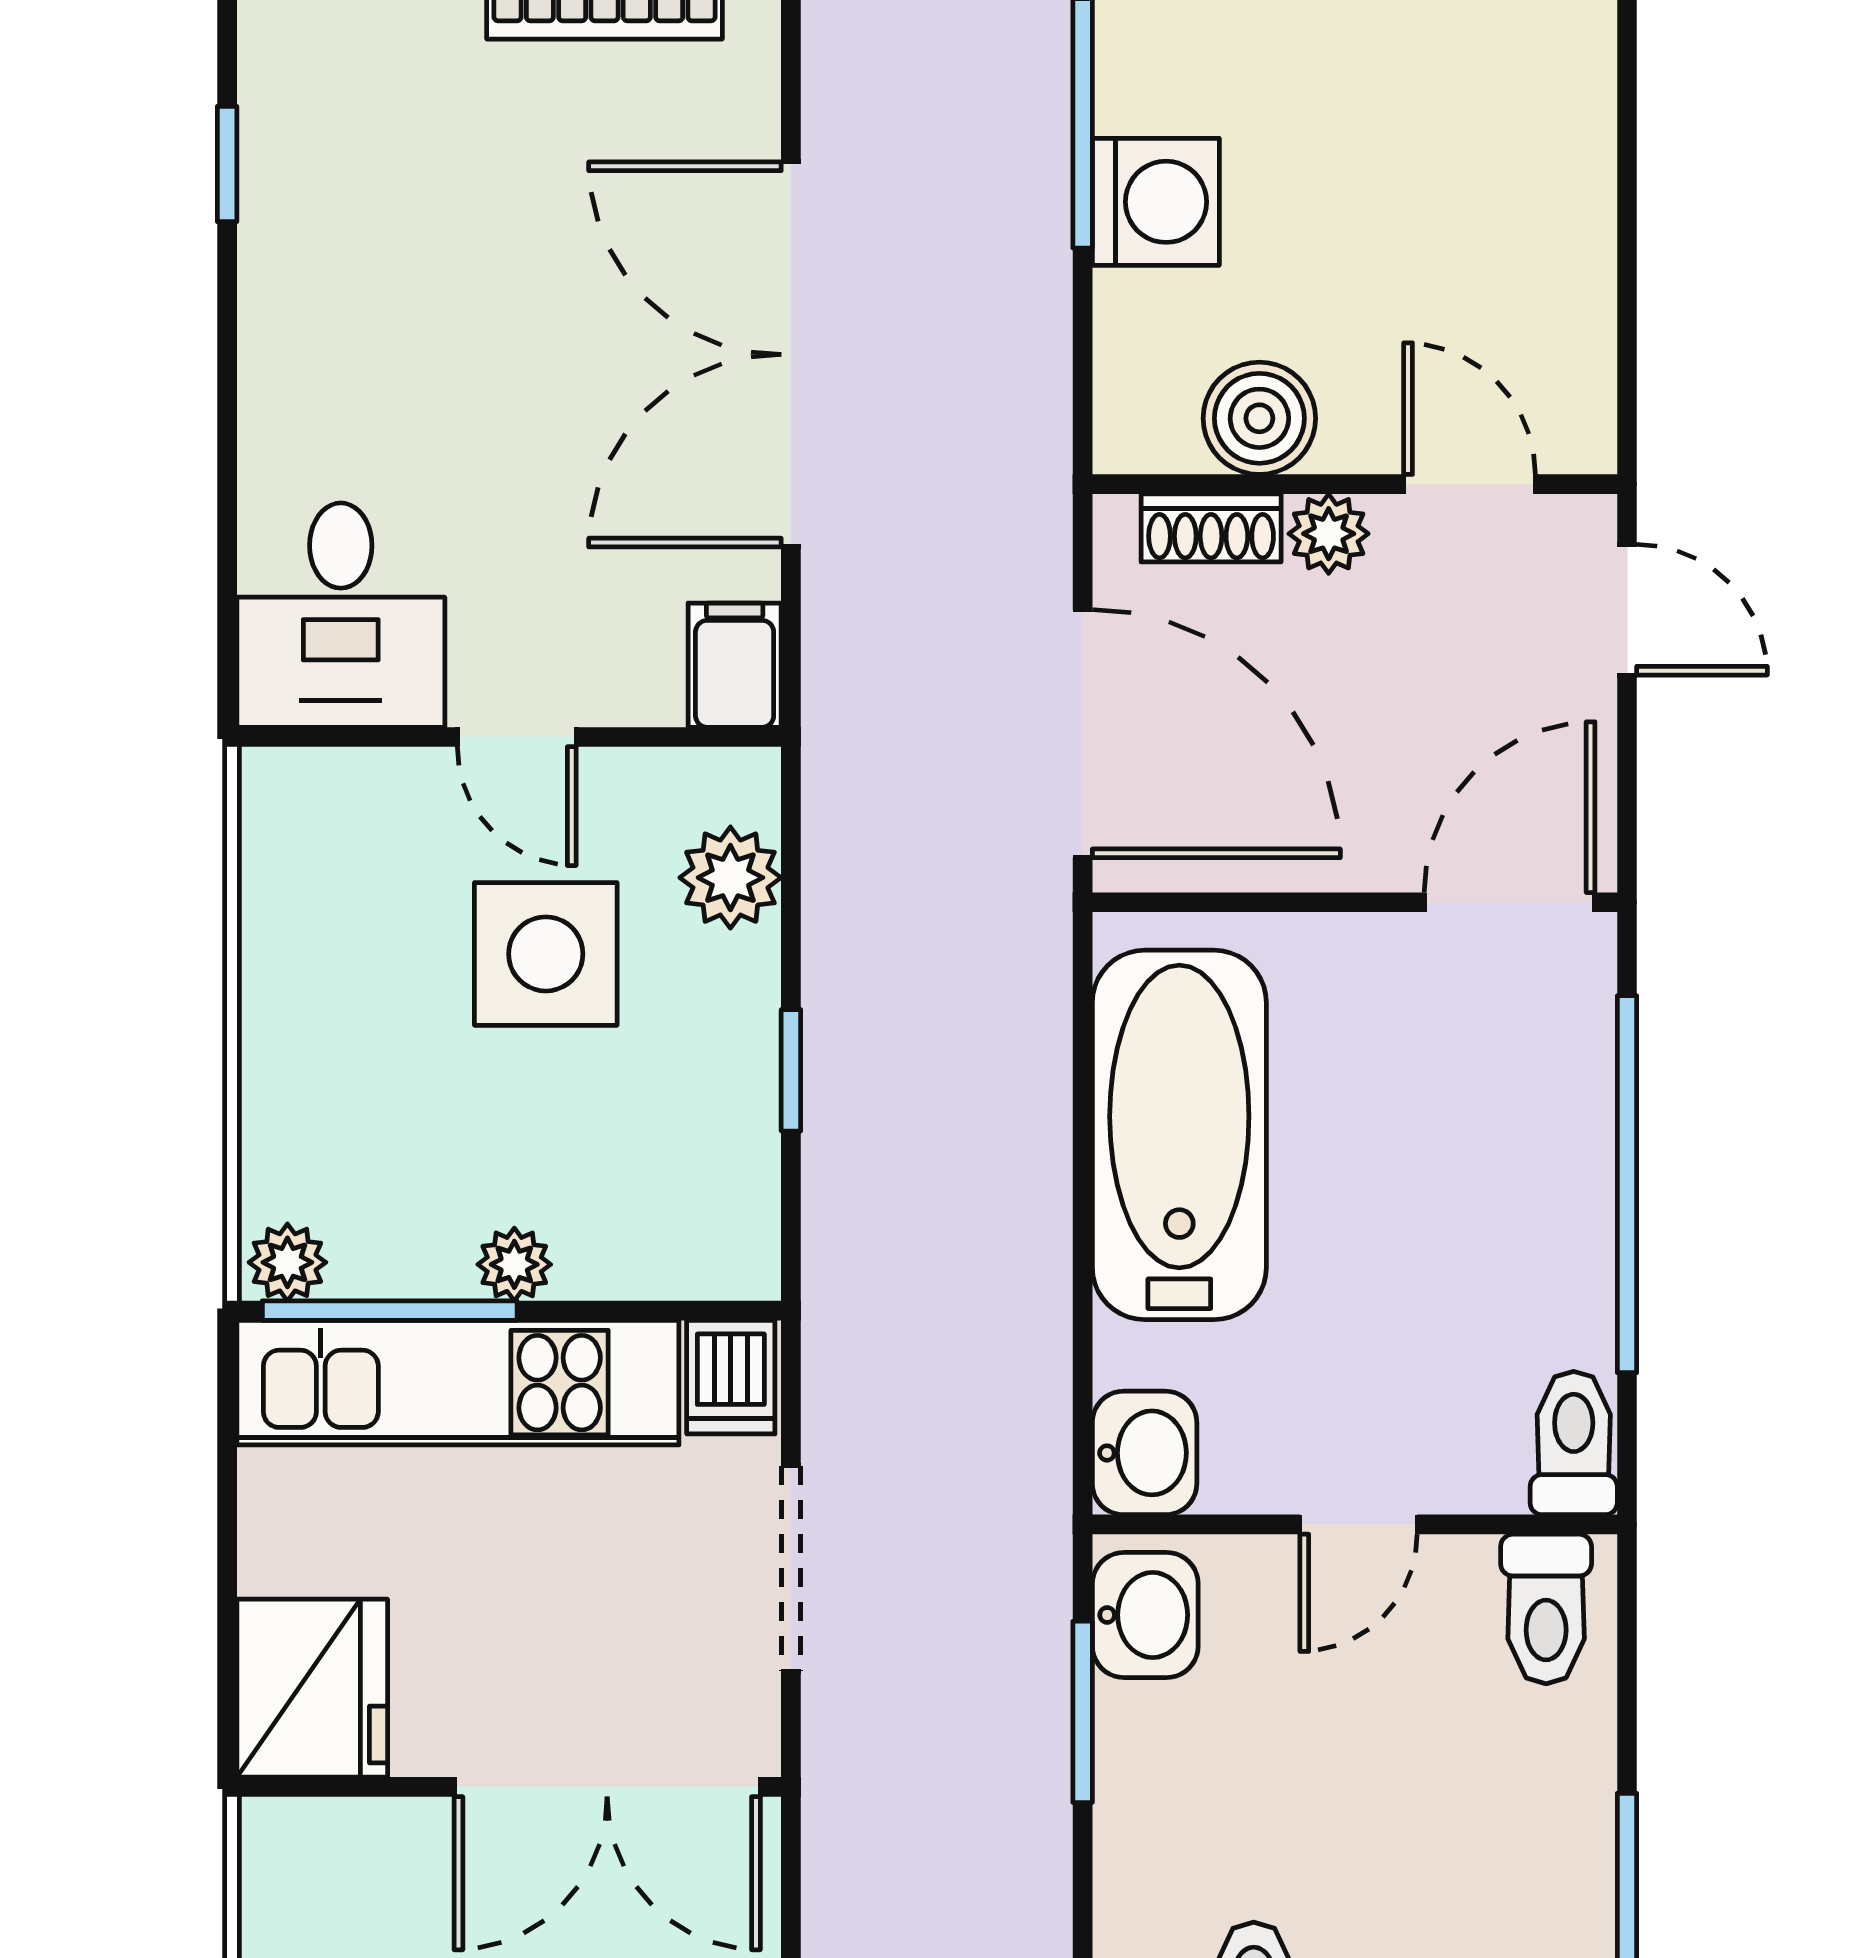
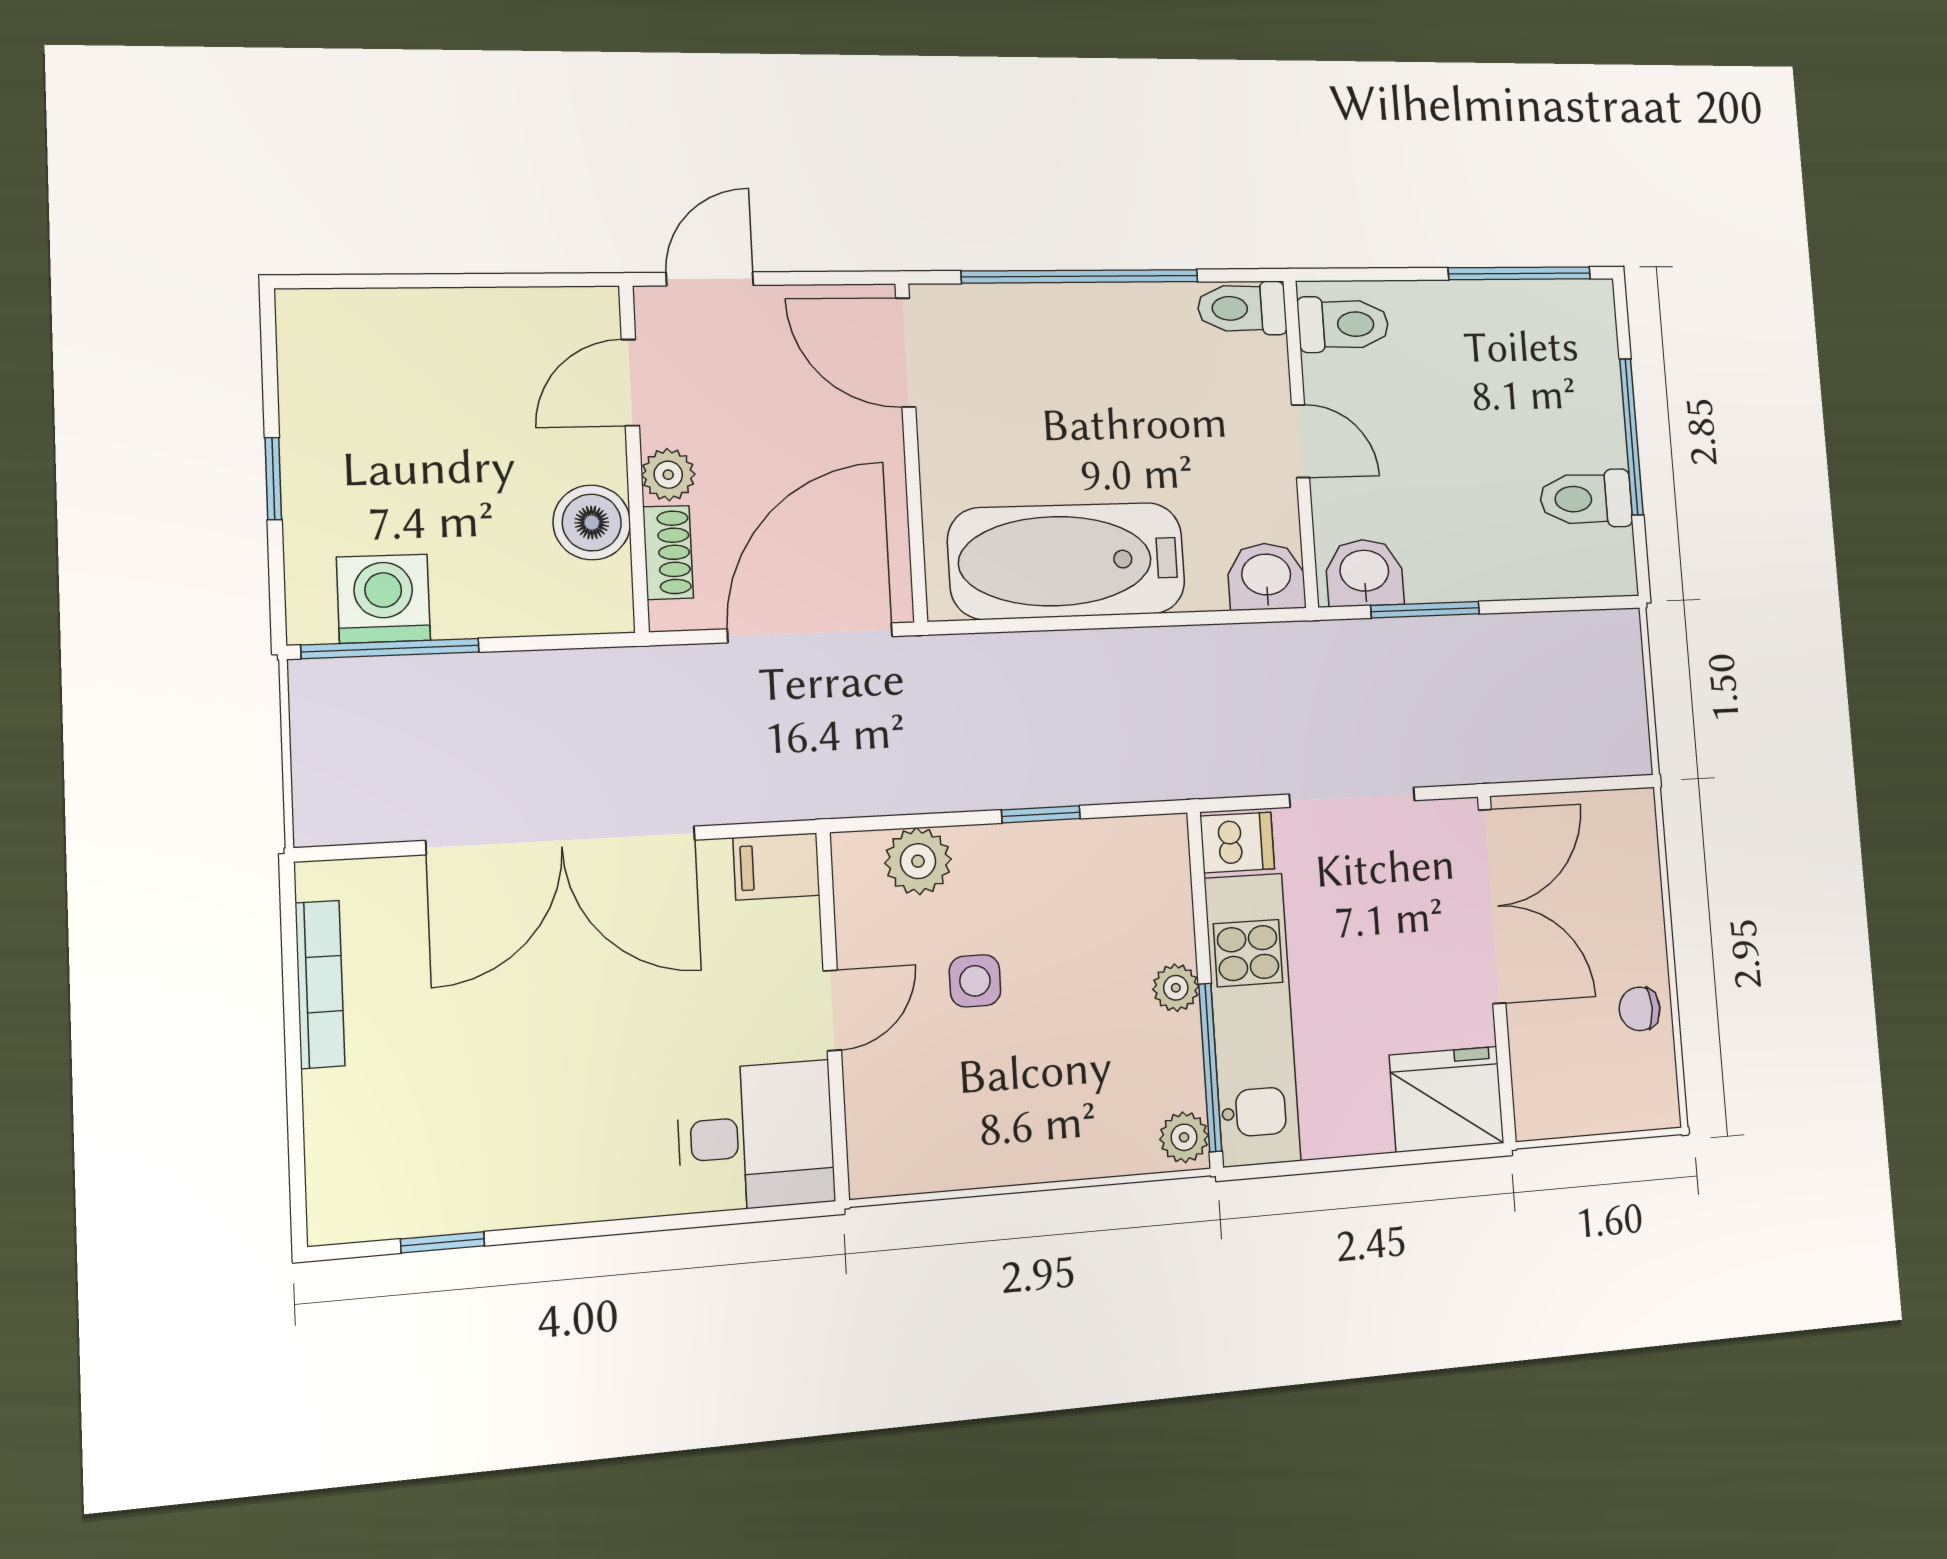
washing machine: (1156, 202) -> (383, 599), moved
side table: (546, 954) -> (975, 981), width x0.54, depth x0.54

